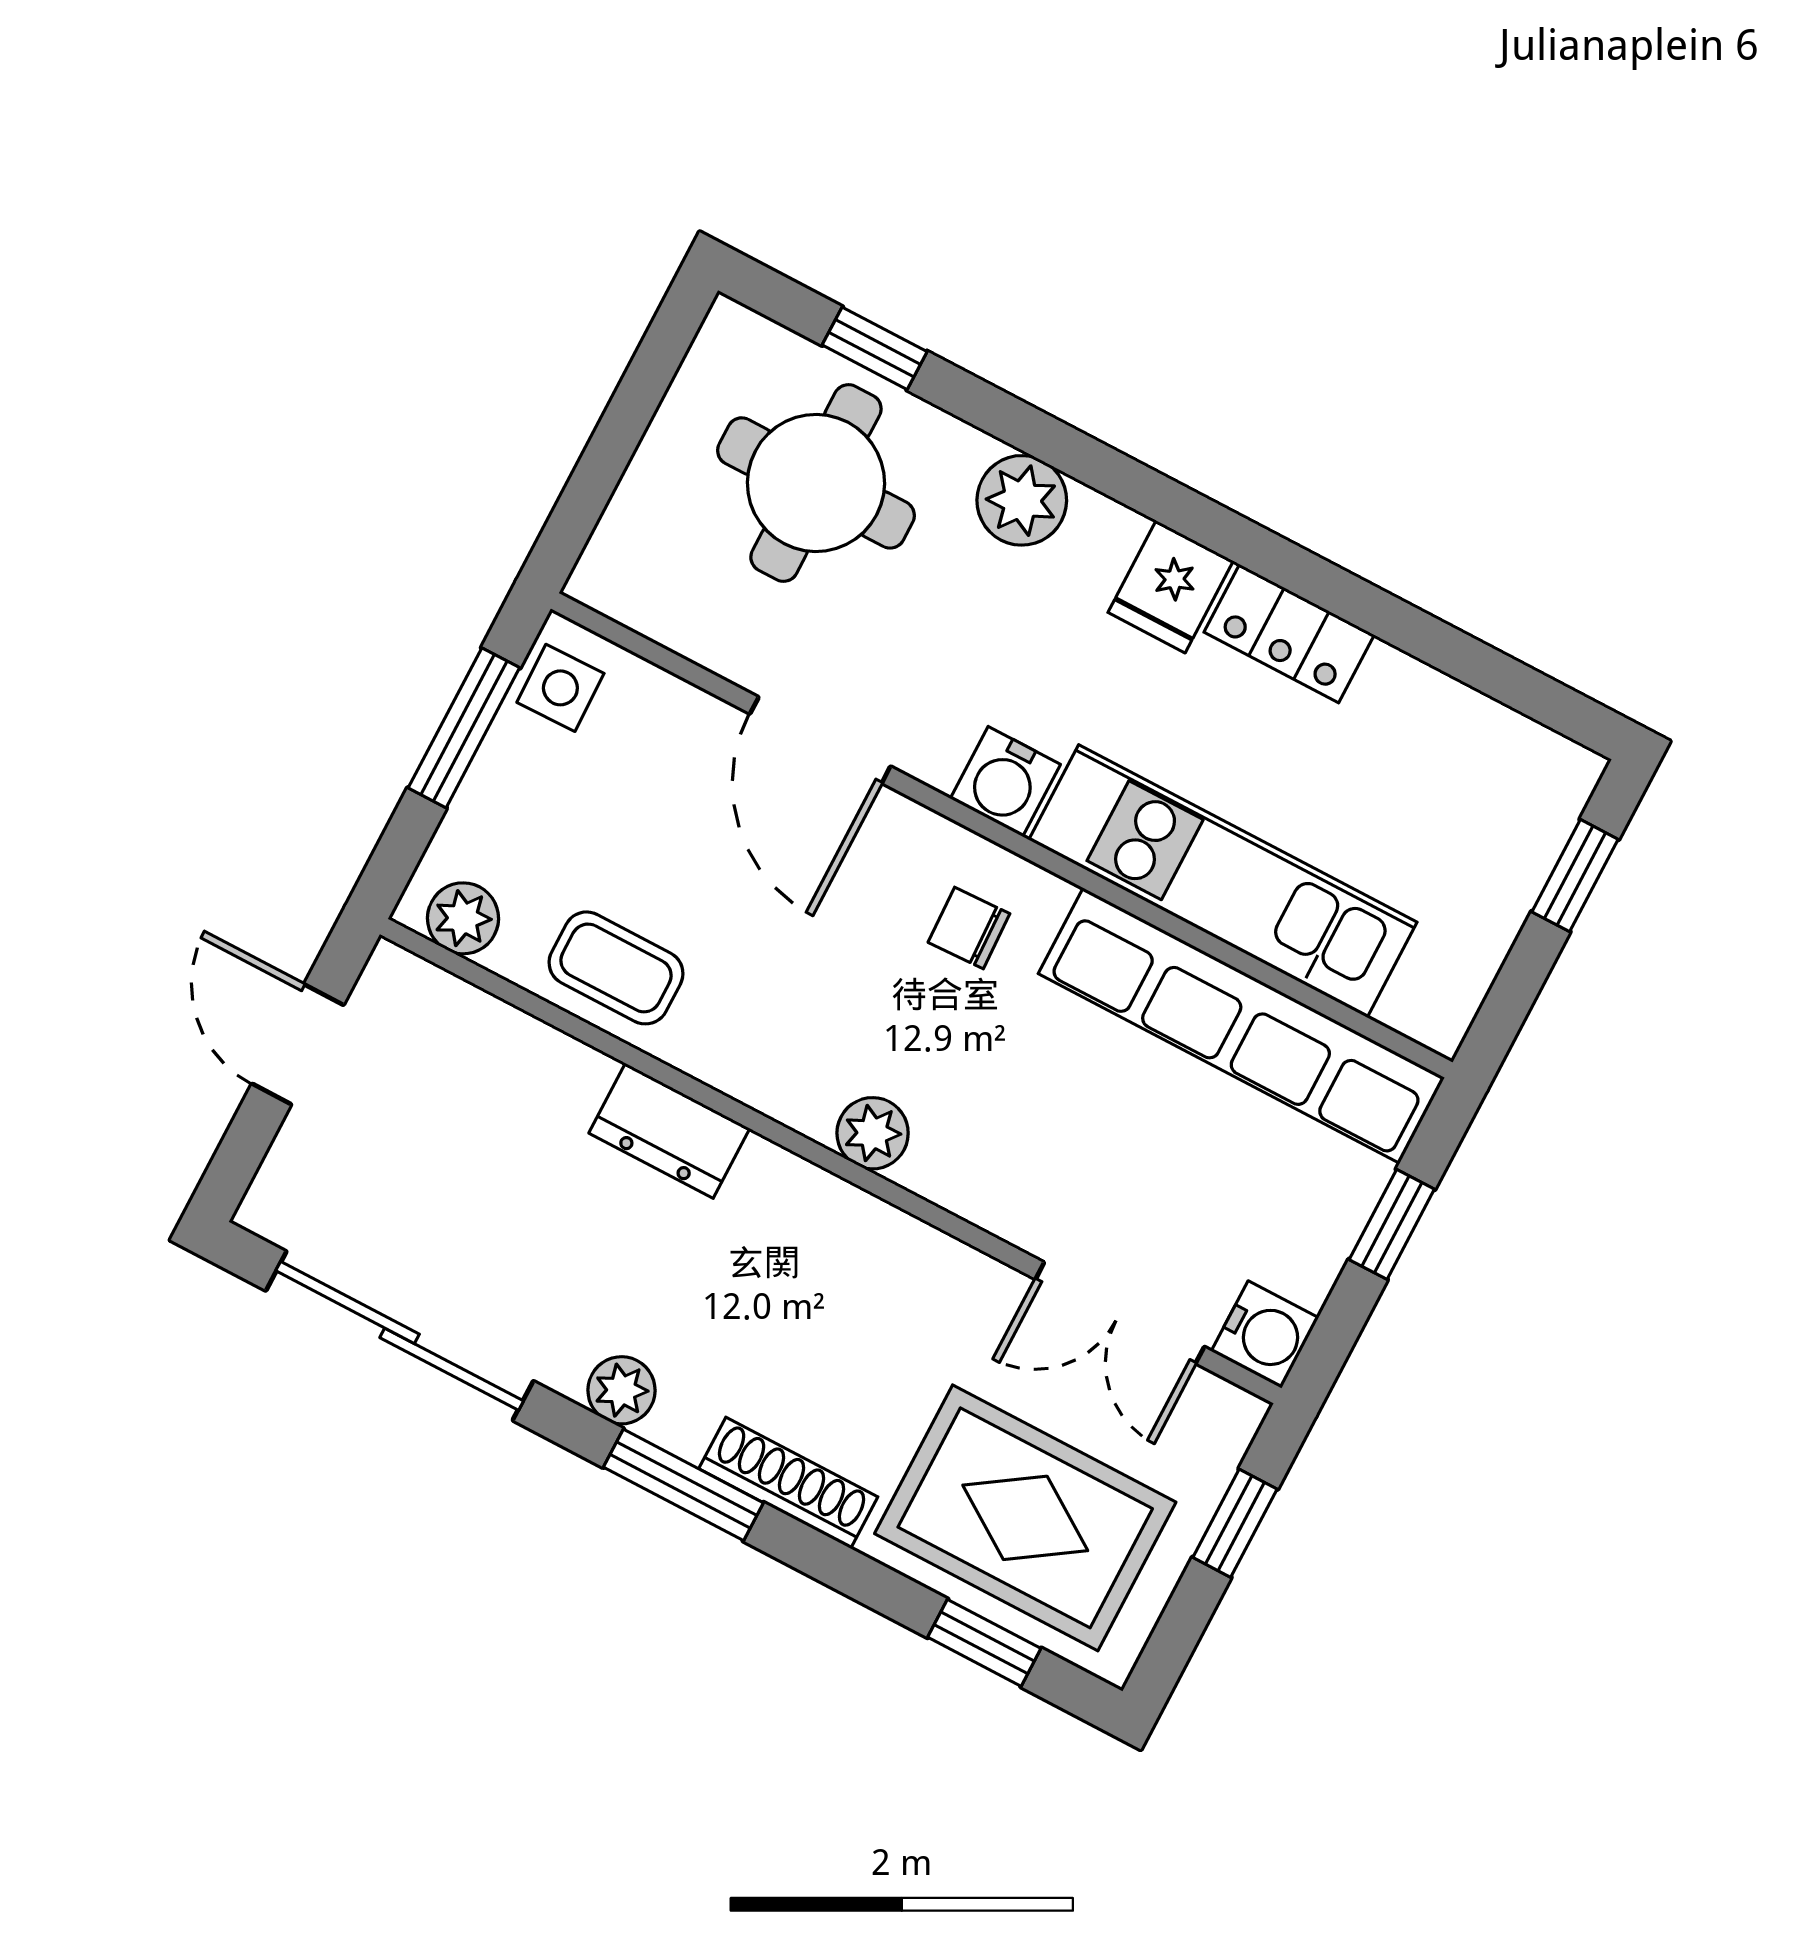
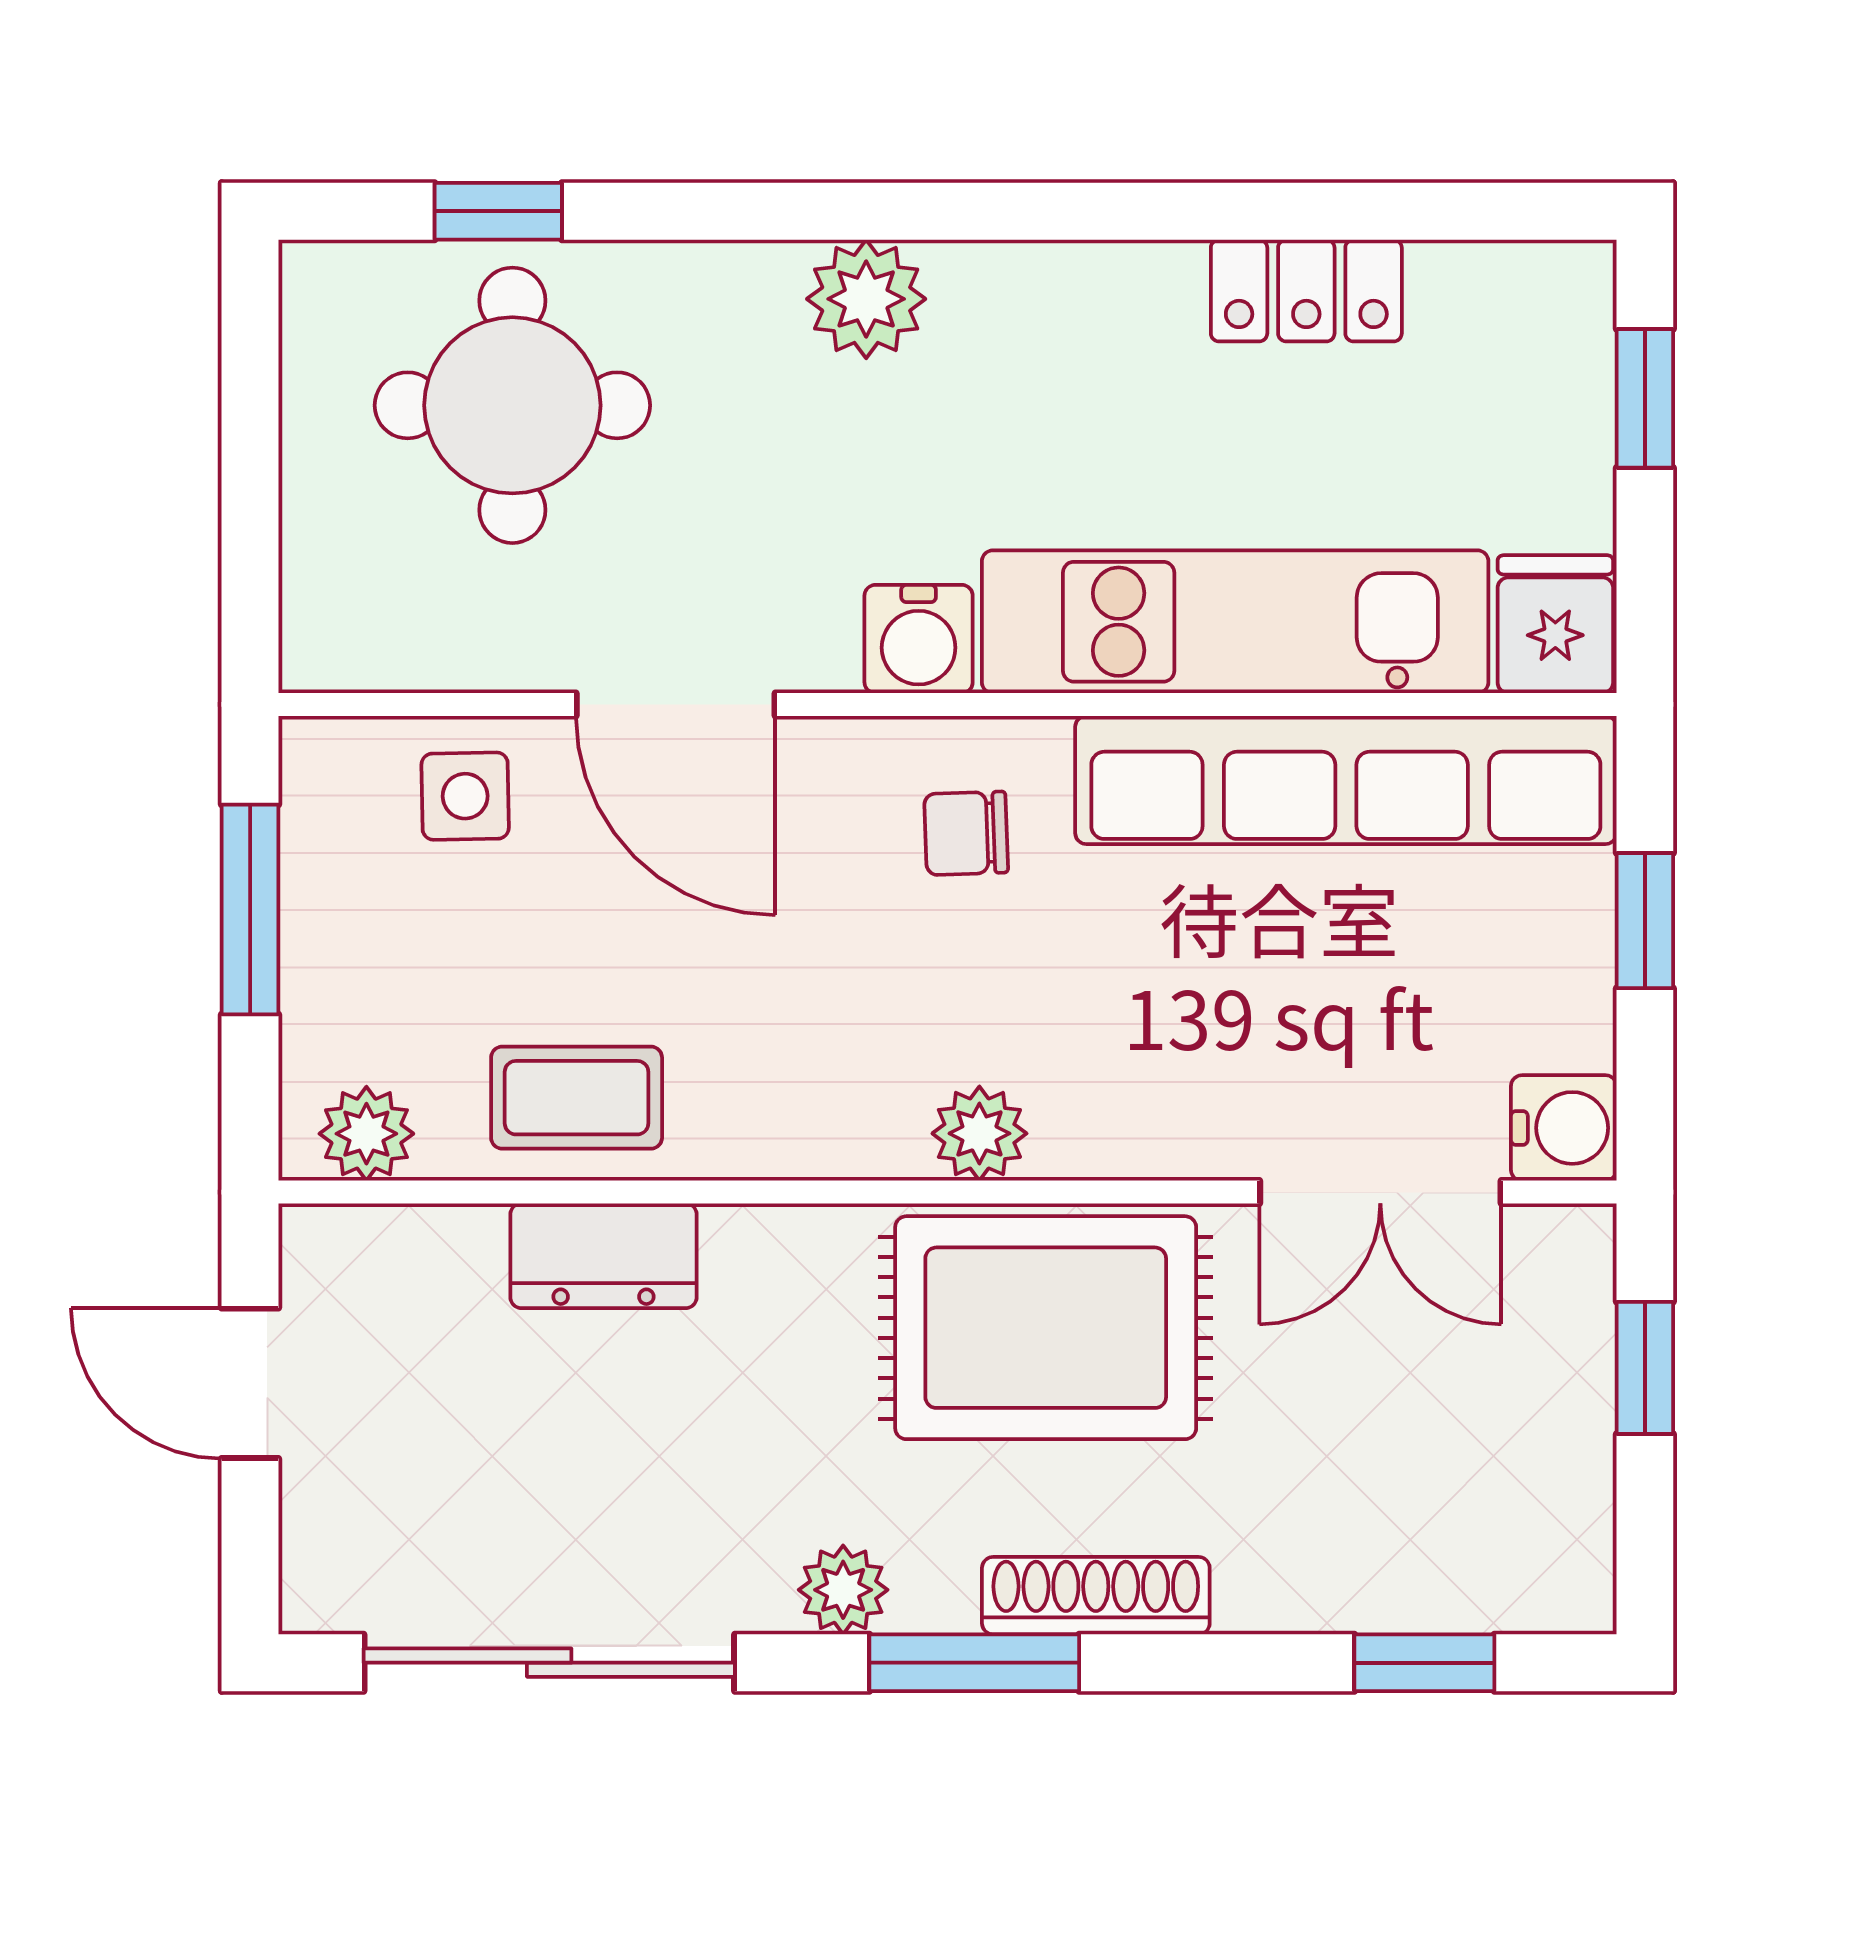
plant: (1022, 500) -> (866, 299), moved
fridge: (1171, 587) -> (1555, 624), moved, turned 180
locker: (1289, 634) -> (1306, 291), moved
side table: (560, 688) -> (465, 796), moved
dresser: (669, 1131) -> (604, 1256), moved
rug: (1025, 1518) -> (1046, 1328), moved

